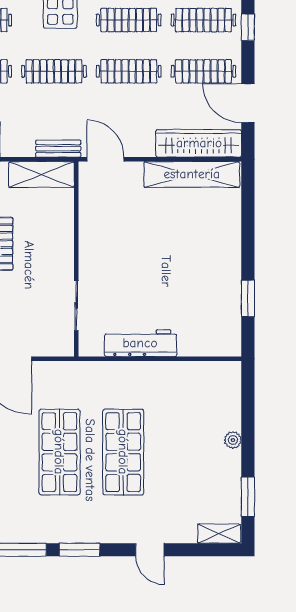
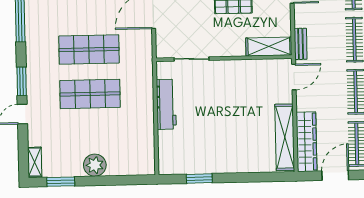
shelving: (41, 175) -> (269, 47), moved, turned 90
plant: (233, 440) -> (95, 165), width x1.87, depth x1.87
window: (80, 550) -> (22, 81), moved

